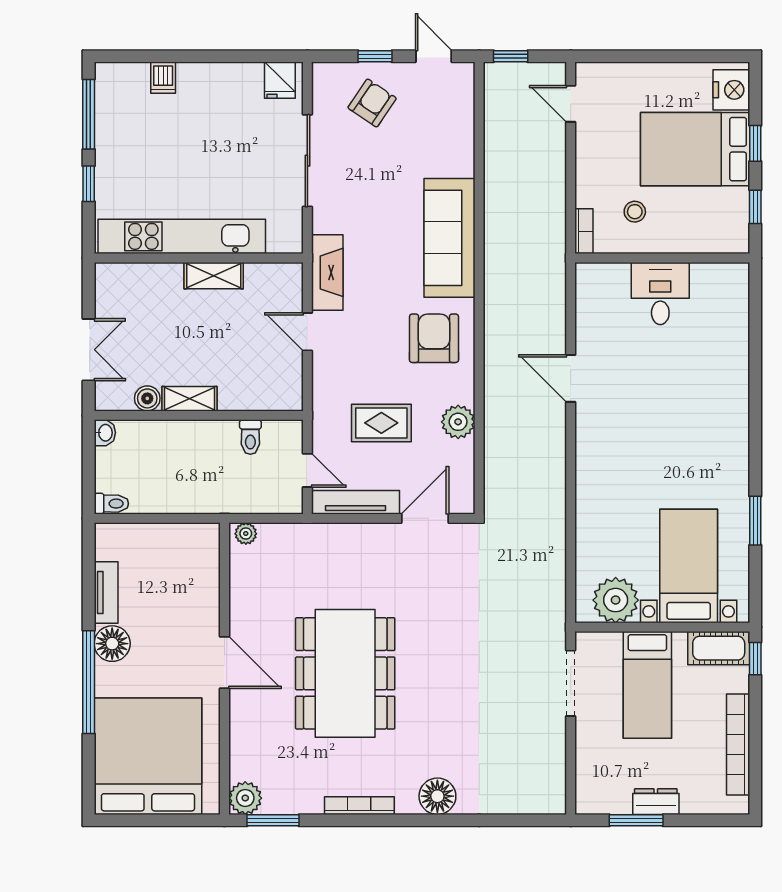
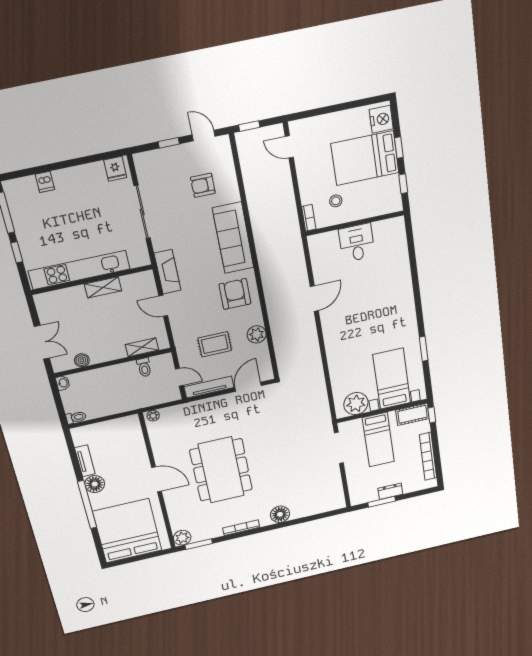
armchair: (372, 103) -> (203, 185), moved, turned -124
door: (571, 378) -> (314, 299), swing flipped
shelving: (190, 399) -> (142, 347), moved

